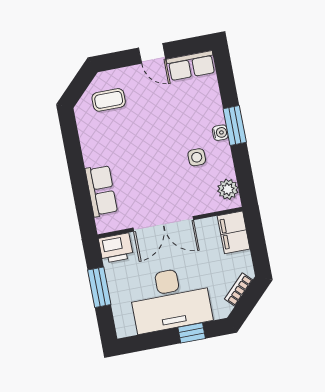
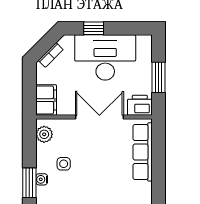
row of seats: (101, 191) -> (143, 152), width x1.48

